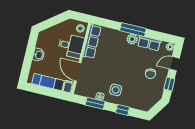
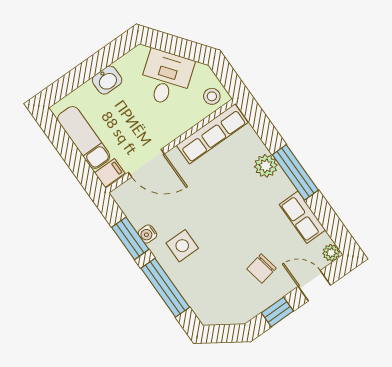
plant: (132, 39) -> (266, 166), moved
desk: (71, 46) -> (166, 78), moved, turned -127
door: (78, 72) -> (146, 163), swing flipped
window: (123, 110) -> (165, 288), width x2.17

